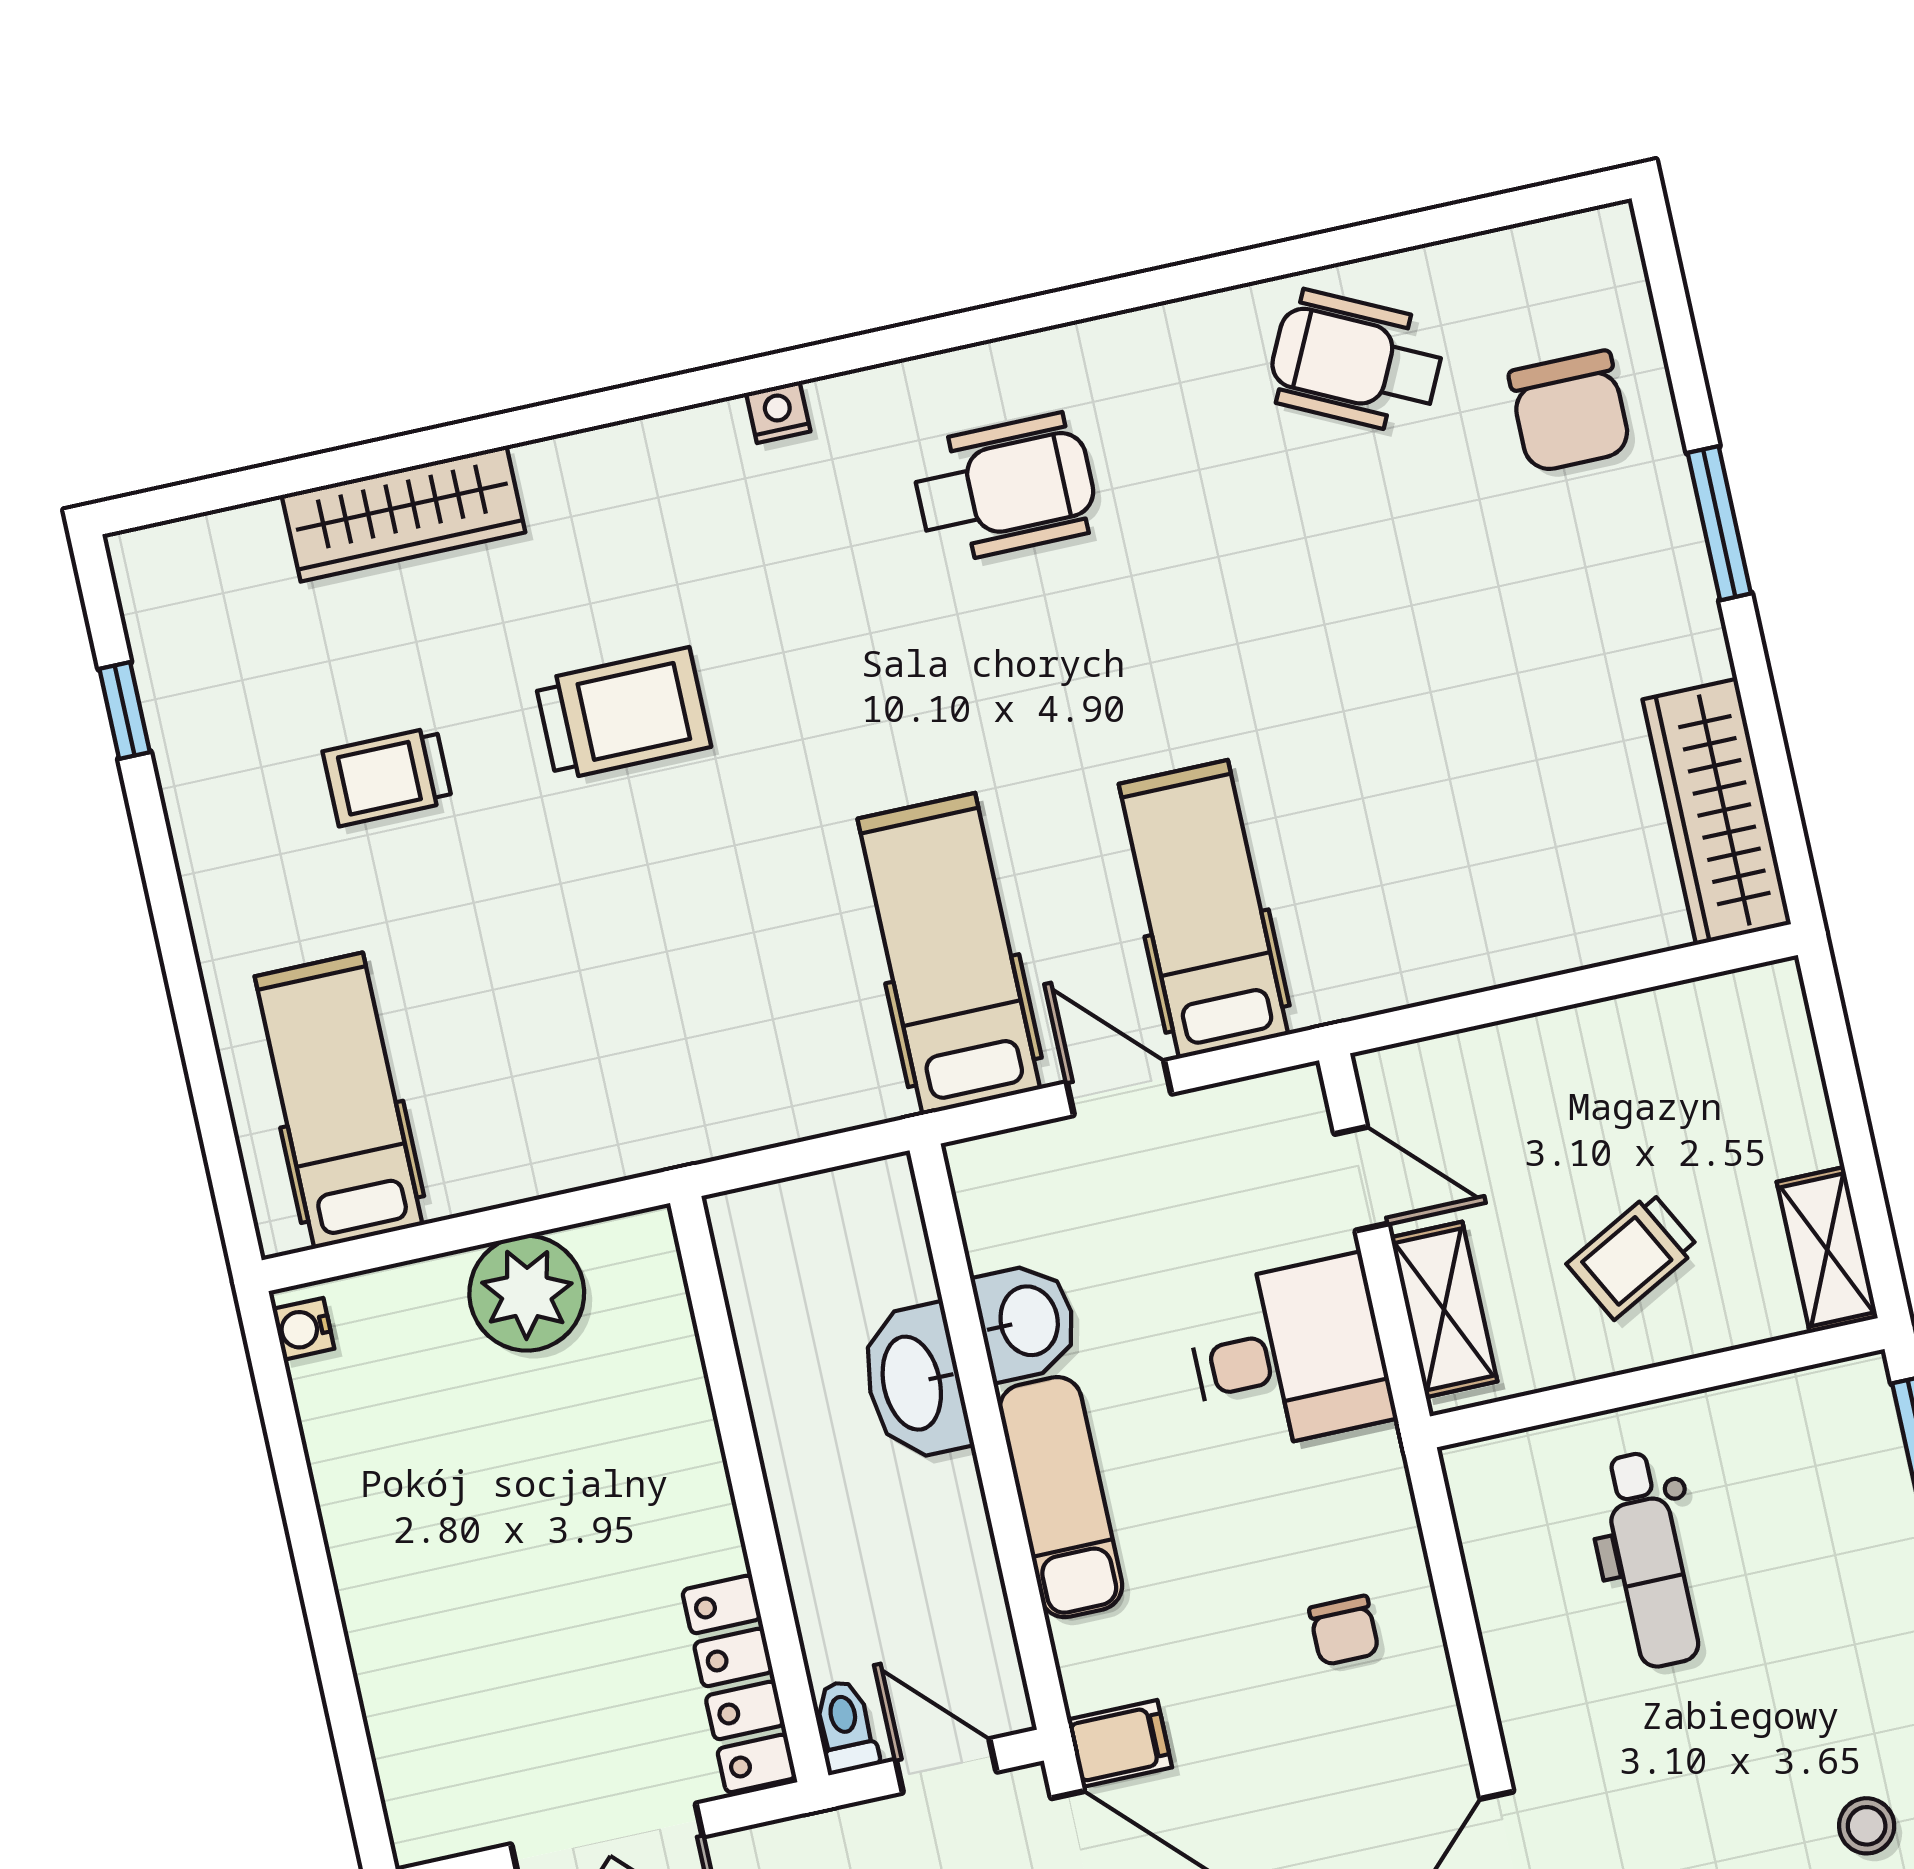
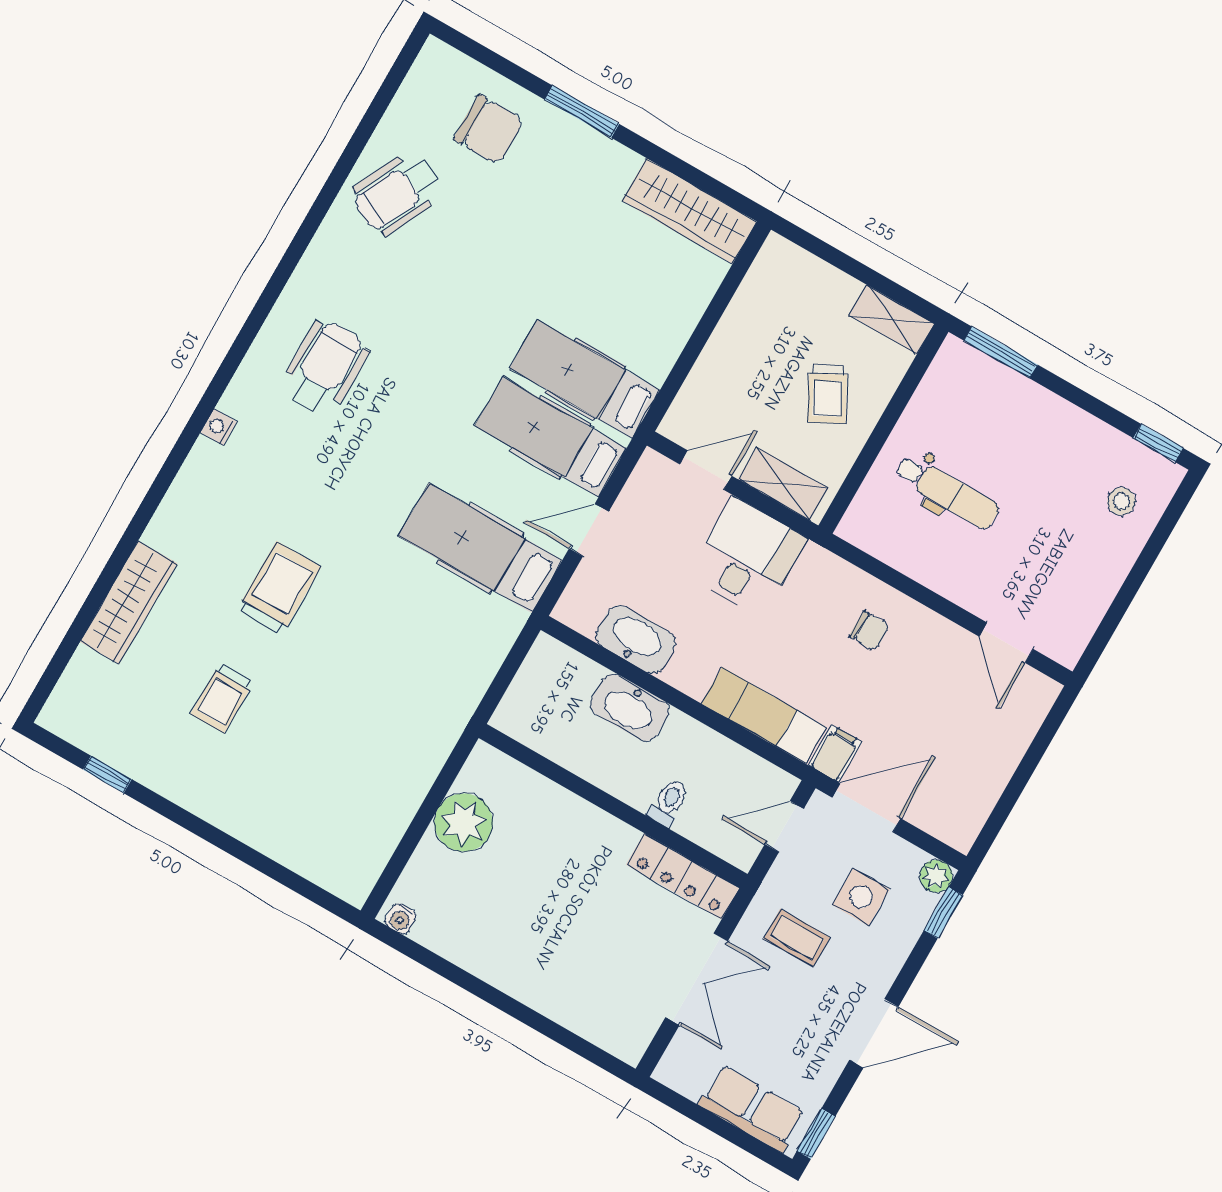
hospital bed: (339, 1101) -> (585, 379), moved
washbasin: (1026, 1321) -> (636, 639), width x1.38
exam couch: (1061, 1497) -> (764, 715), moved
toilet: (845, 1726) -> (668, 803), moved, turned 90

